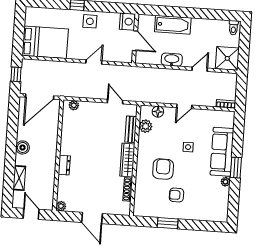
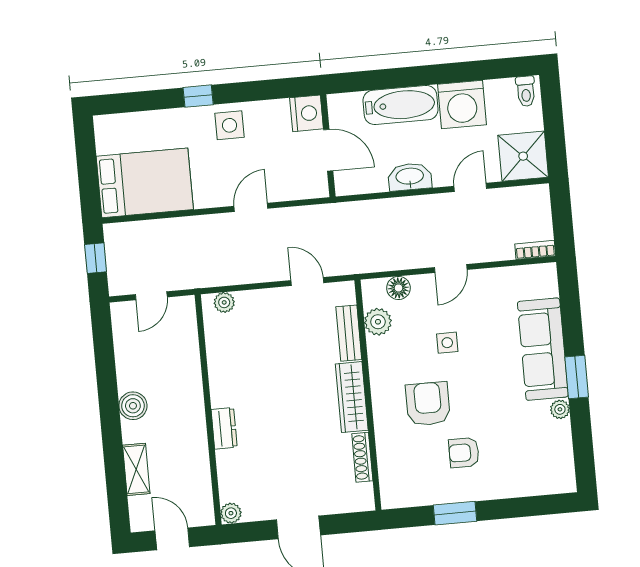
washing machine: (202, 29) -> (462, 104), added
door: (40, 97) -> (151, 296), width x0.53
side table: (188, 147) -> (447, 343), moved

